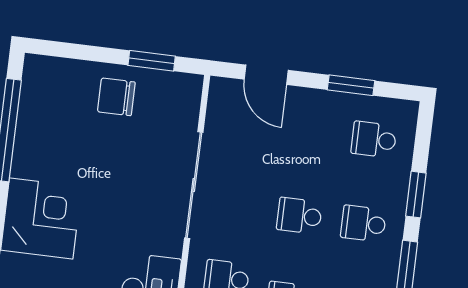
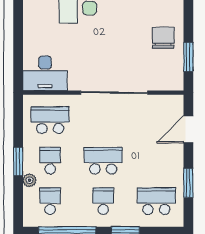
school desk: (374, 140) -> (156, 201), width x1.85
school desk: (299, 216) -> (103, 161), width x1.85

